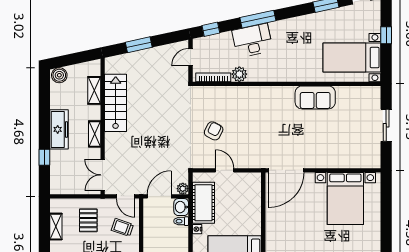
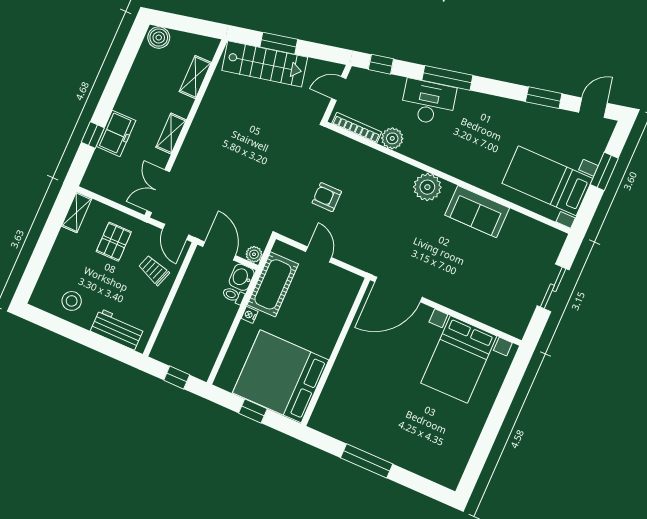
window: (386, 35) -> (604, 171), width x1.50
plant: (276, 96) -> (427, 187), added
stairs: (116, 103) -> (265, 64), moved, turned 78
freezer: (59, 129) -> (116, 133), moved, width x0.71
armchair: (214, 131) -> (327, 197), turned -117
door: (159, 196) -> (219, 251), hinge flipped
shelving: (56, 227) -> (77, 212), moved

